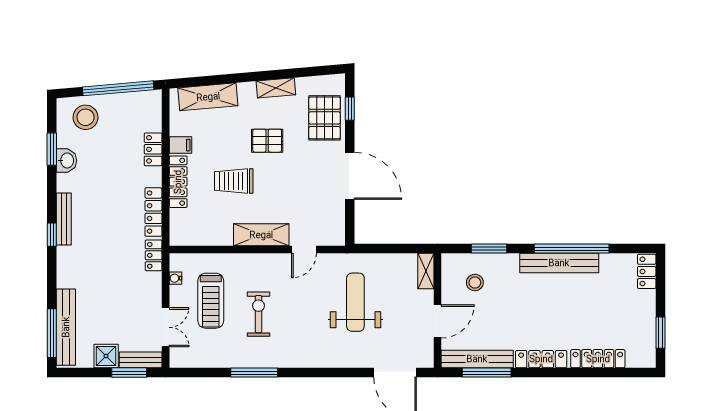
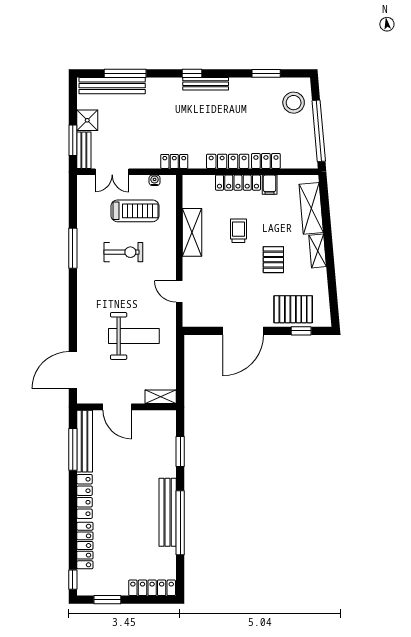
shelving: (276, 88) -> (318, 251), moved
washbasin: (66, 160) -> (256, 86), removed
trolley: (234, 181) -> (238, 231), width x0.73, depth x0.72
locker: (153, 212) -> (228, 161), moved
shelving: (261, 235) -> (192, 232), moved
locker: (647, 271) -> (152, 588), width x1.53
stool: (475, 283) -> (151, 439), removed
treadmill: (211, 301) -> (135, 211), turned 180
window: (52, 333) -> (125, 73), moved
window: (637, 373) -> (73, 580), added

